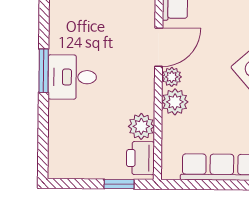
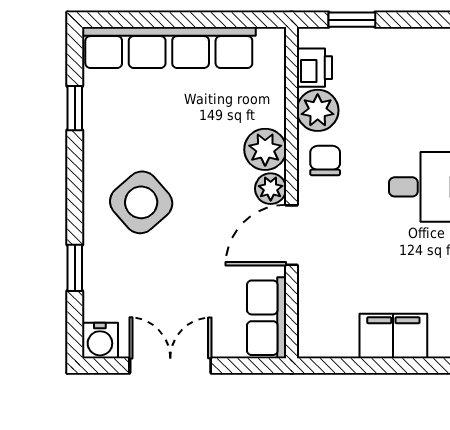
chair: (137, 94) -> (325, 161), added
printer: (140, 158) -> (314, 68), width x0.73, depth x0.81

